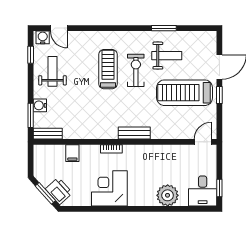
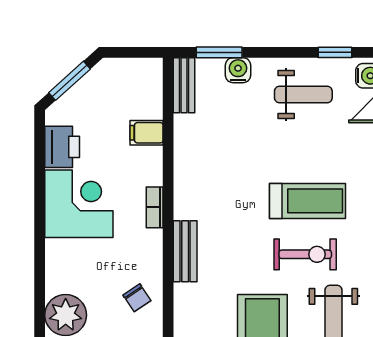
chair: (159, 158) -> (137, 298), added
printer: (59, 191) -> (62, 147), moved, turned -48

